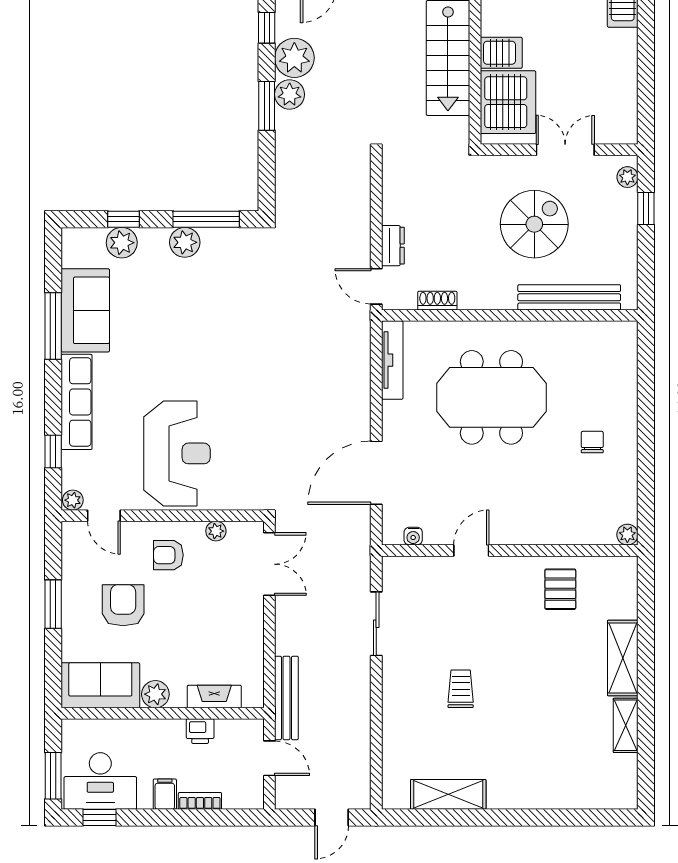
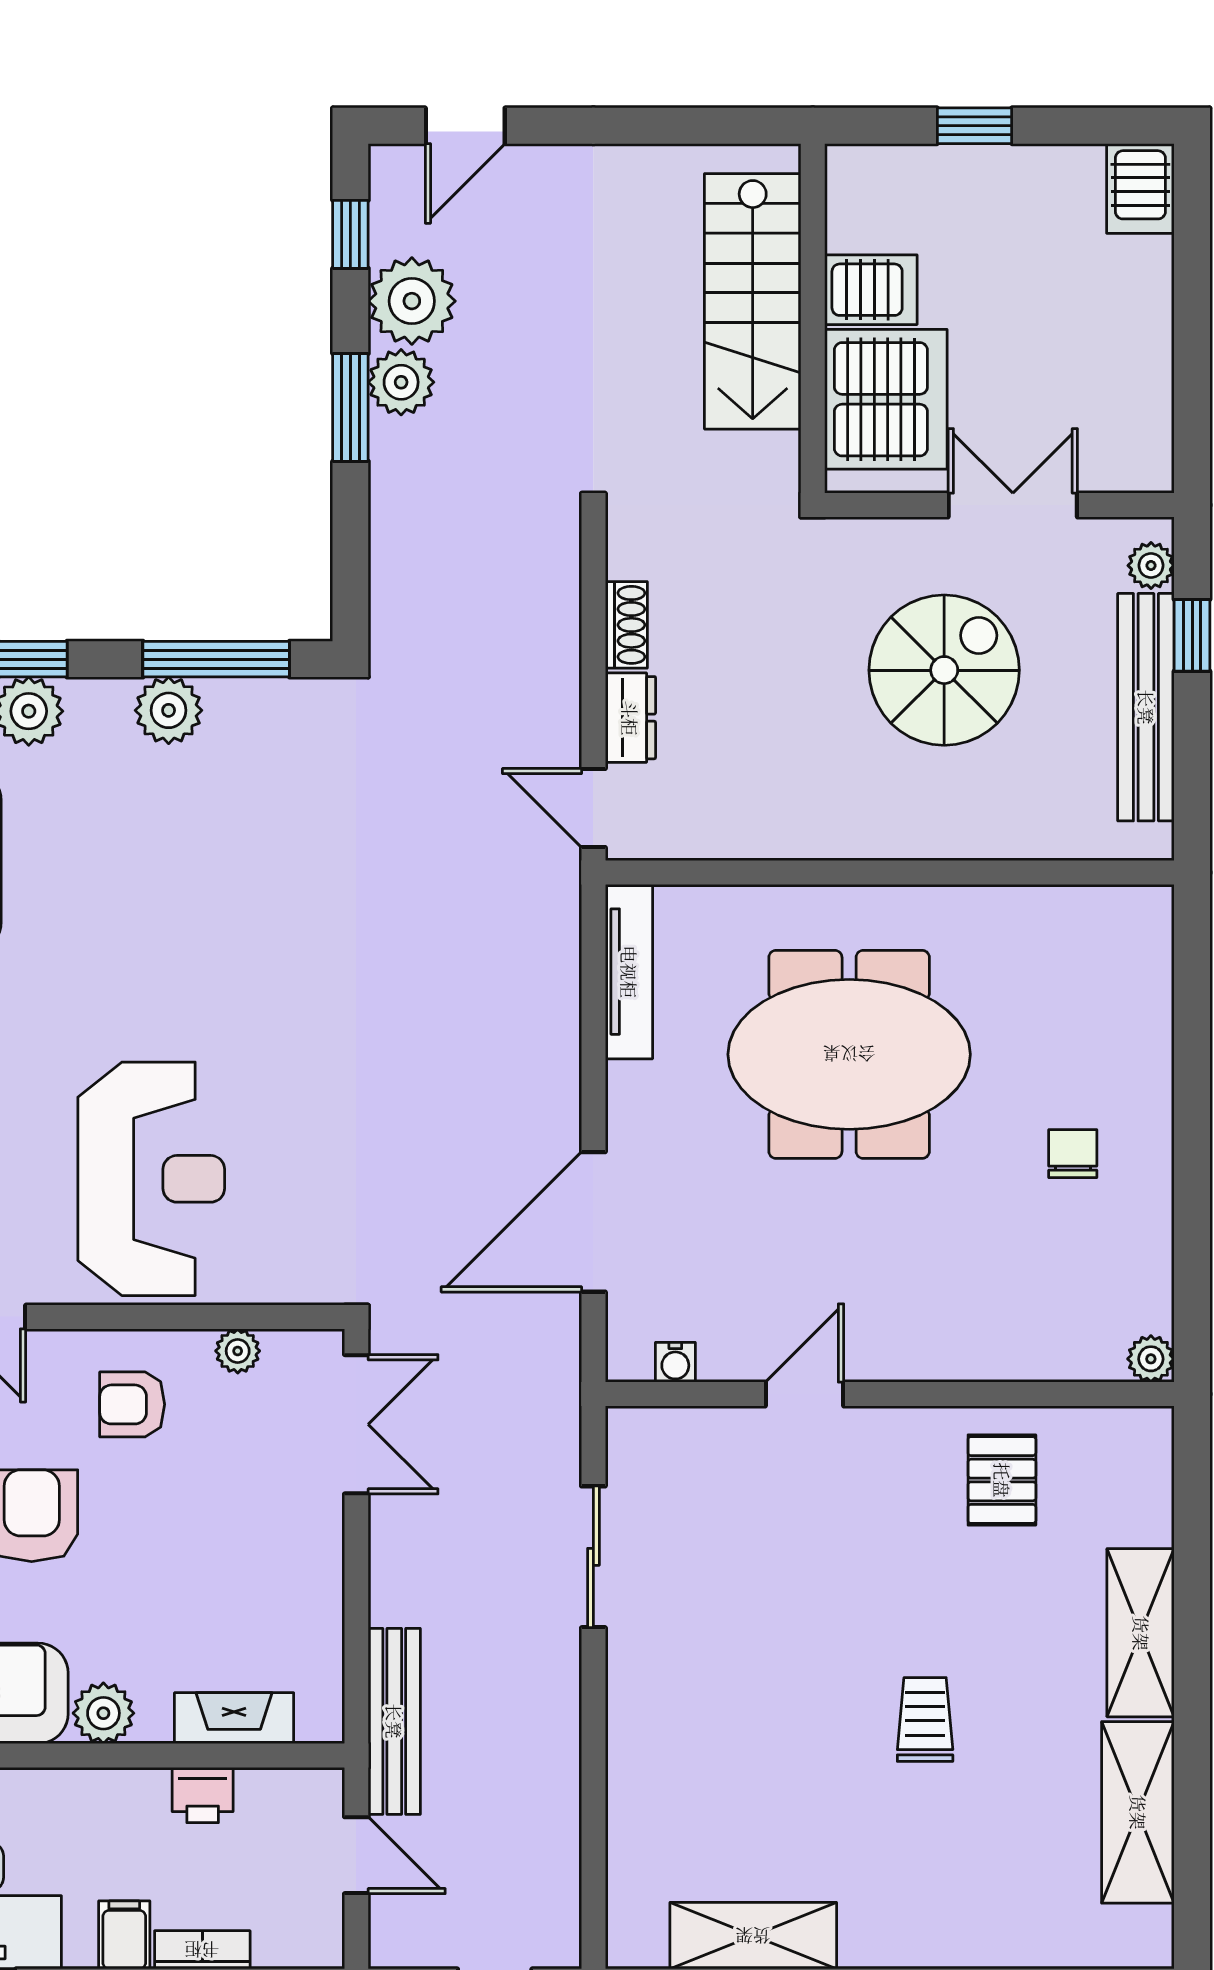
bench: (569, 297) -> (1146, 707), moved, turned 90
shoe rack: (437, 301) -> (626, 625), moved, turned 90
trolley: (461, 689) -> (925, 1720), moved
shelving: (626, 725) -> (1138, 1812), width x1.50, depth x1.33

